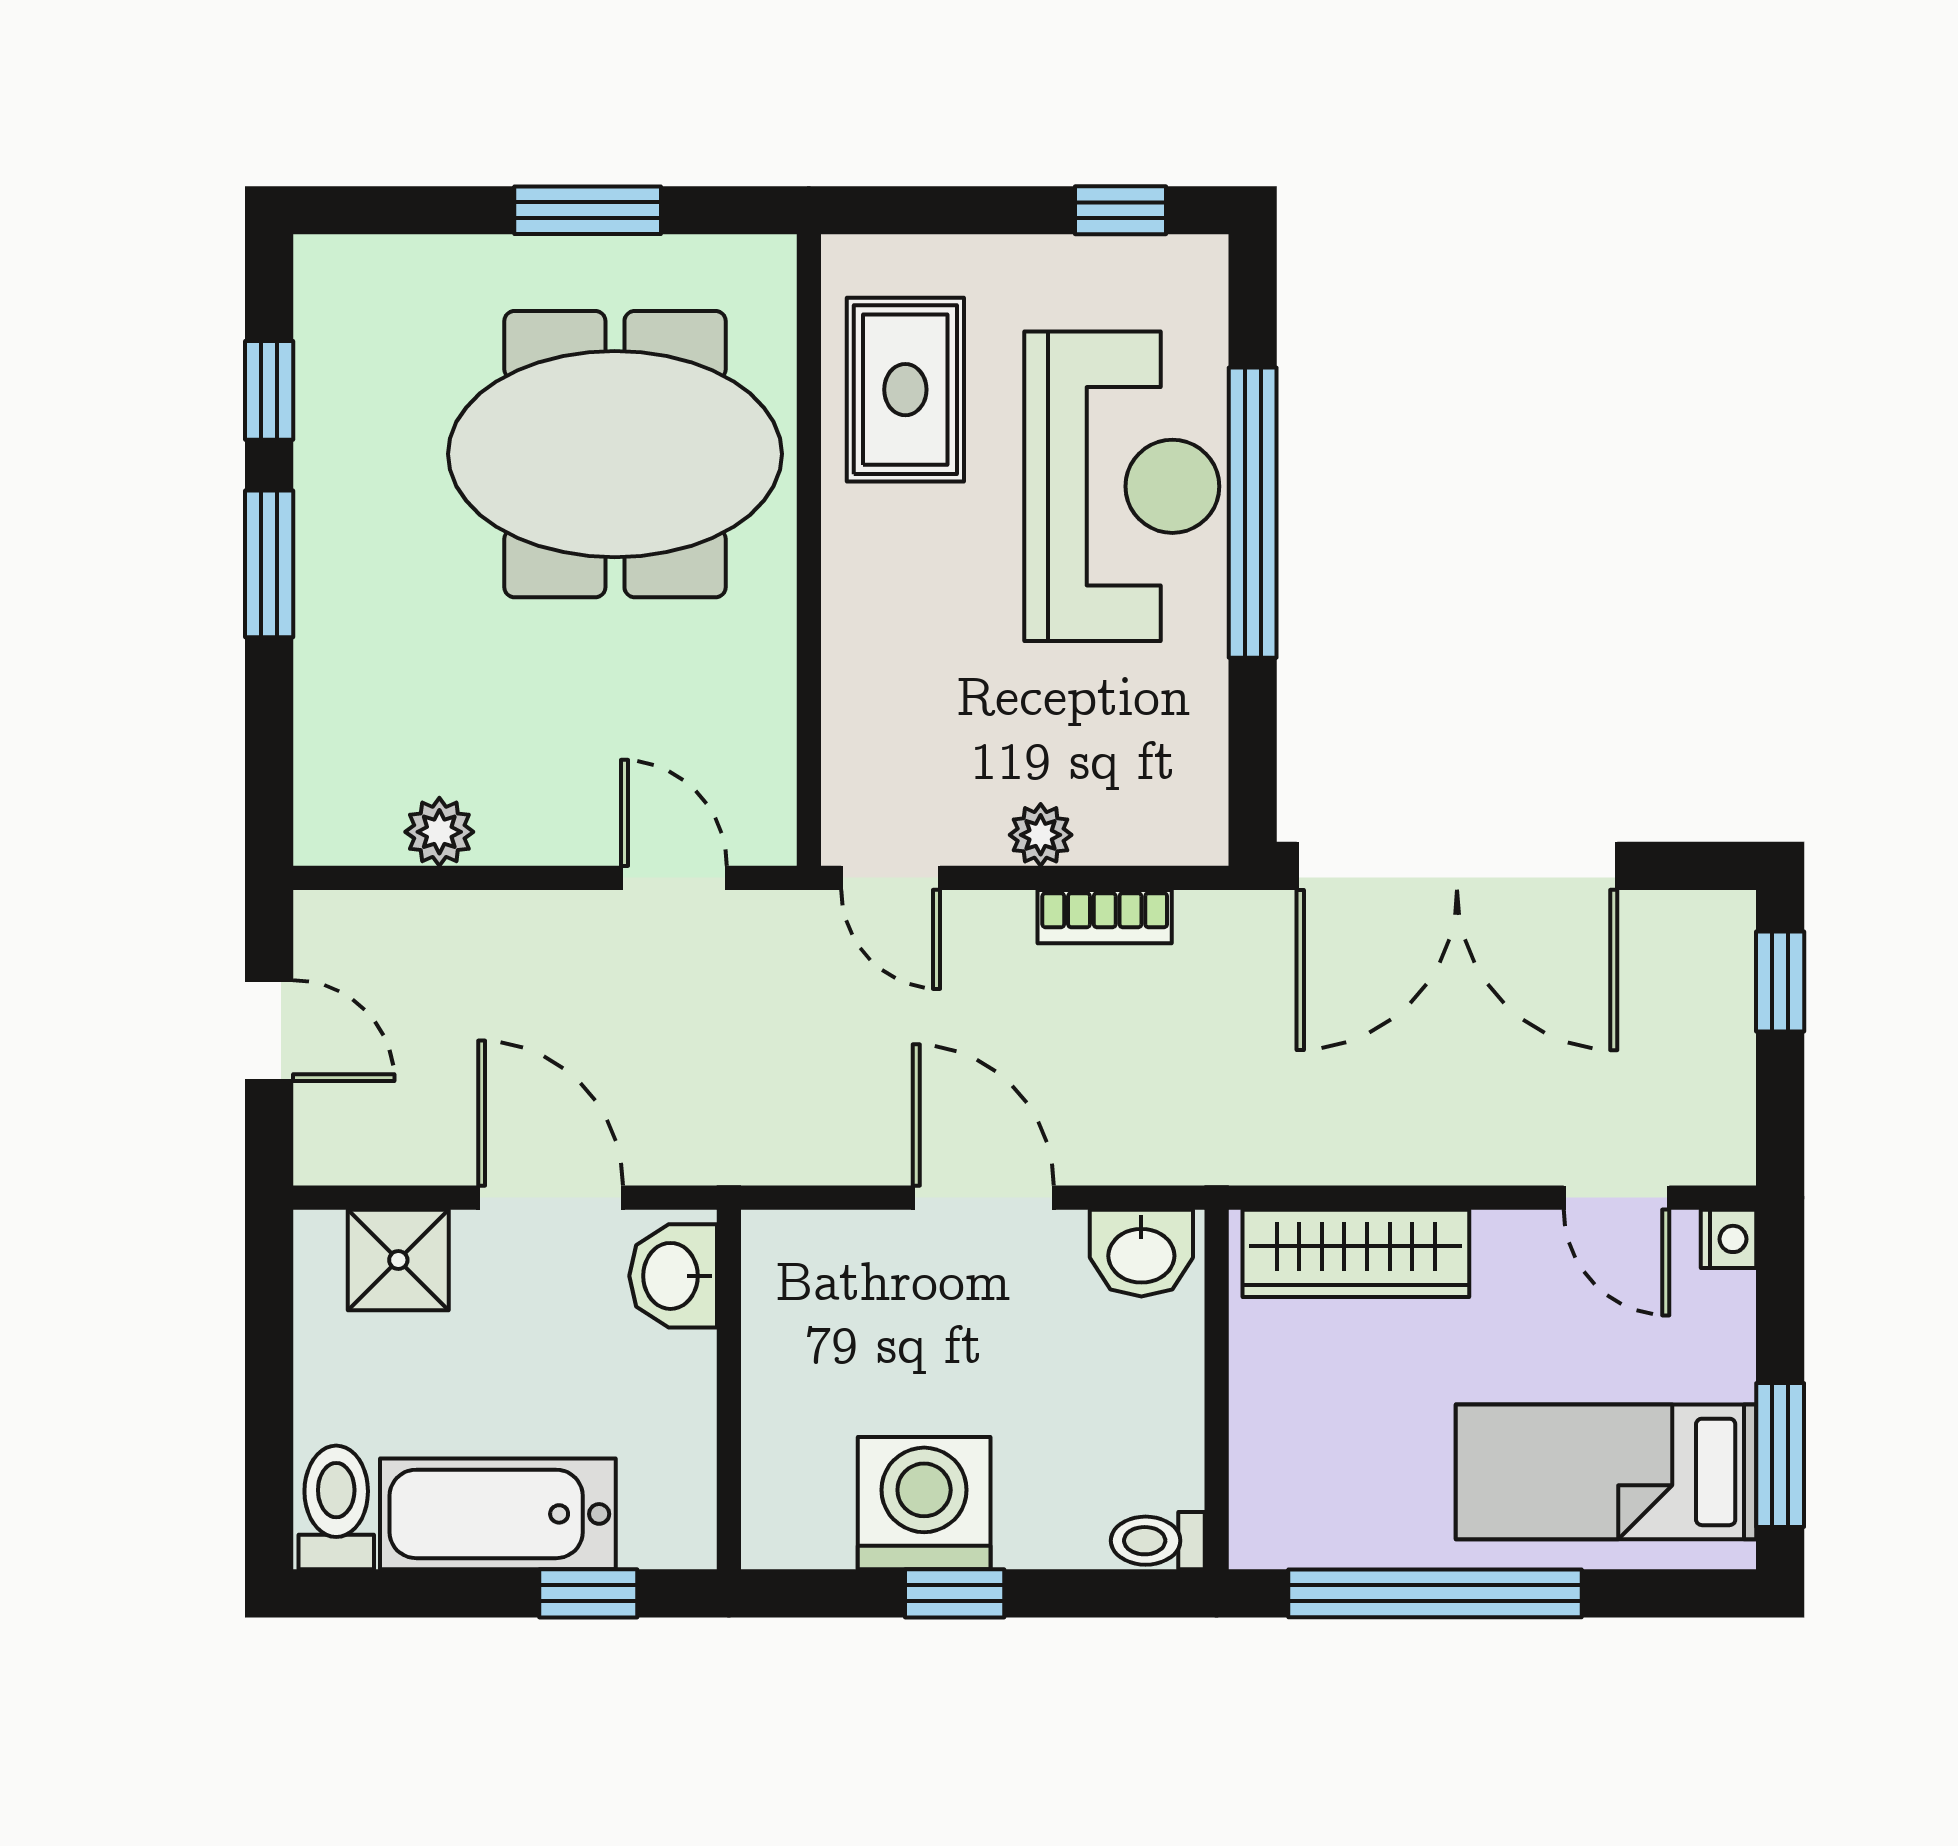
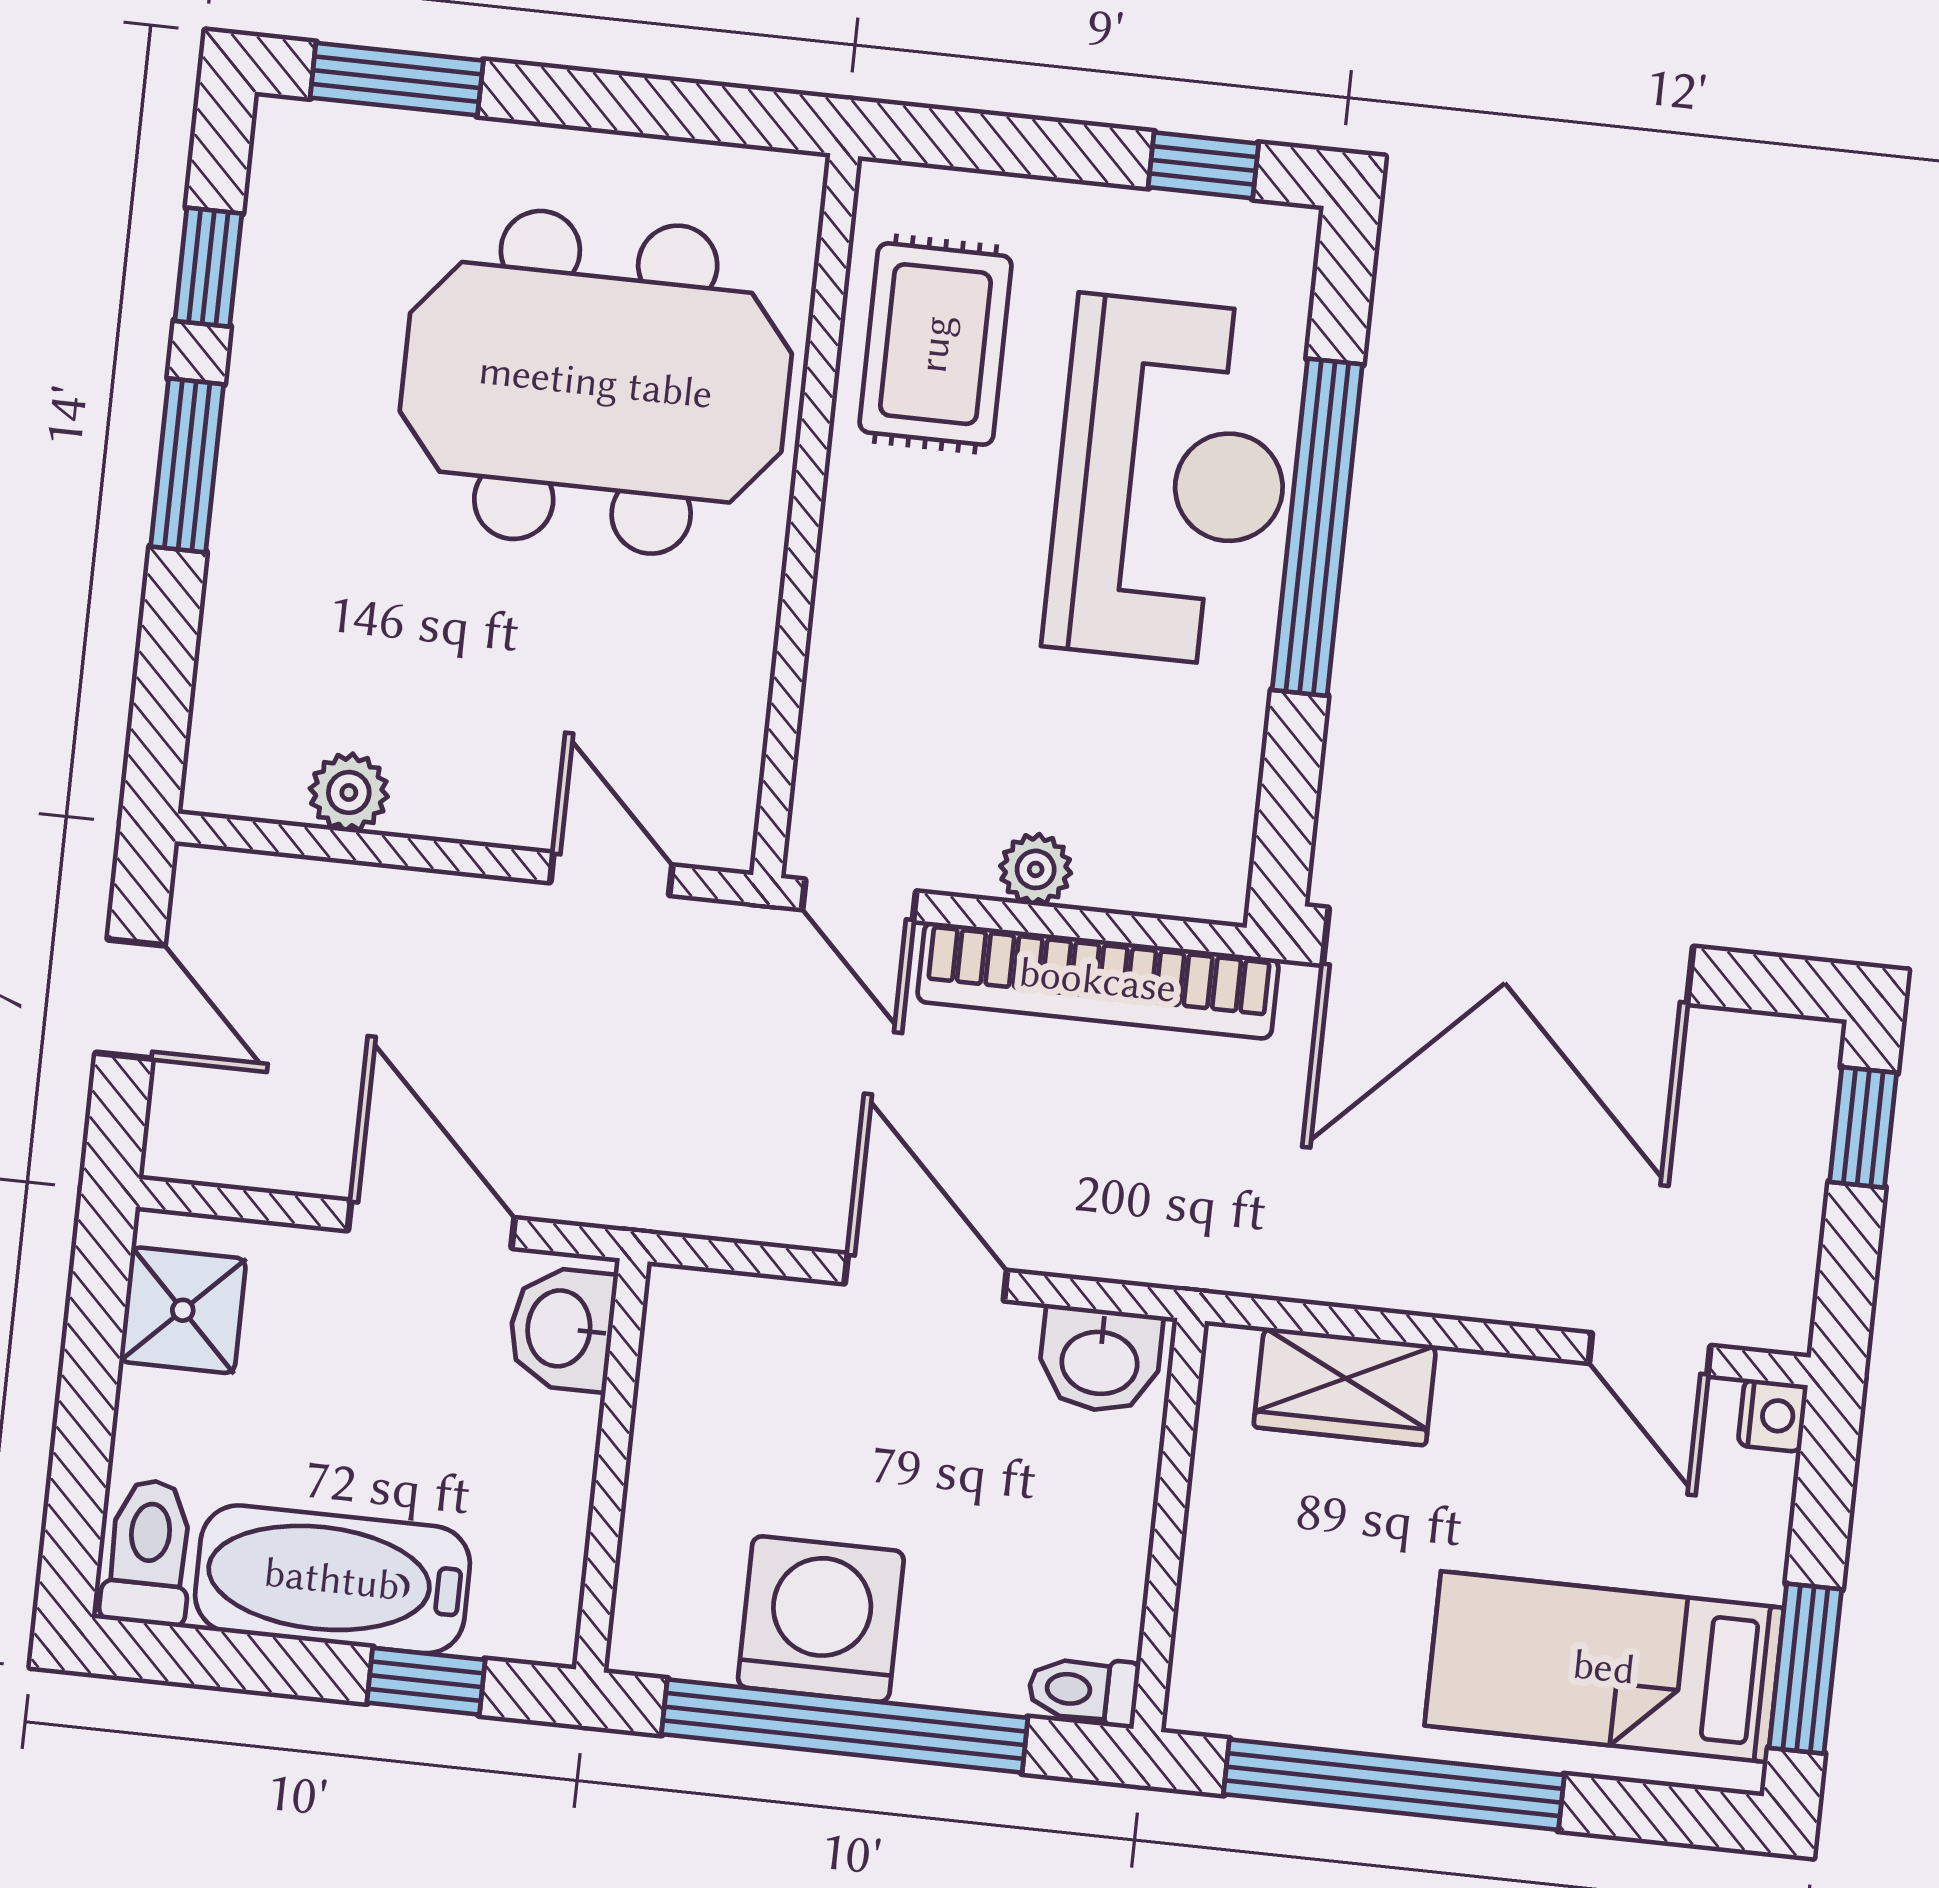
window: (588, 210) -> (397, 79), moved
bookcase: (1105, 917) -> (1098, 980), width x2.31, depth x1.31
wardrobe: (1356, 1253) -> (1345, 1386), width x0.67
shower: (398, 1260) -> (183, 1310), moved
window: (955, 1593) -> (845, 1726), width x3.17

